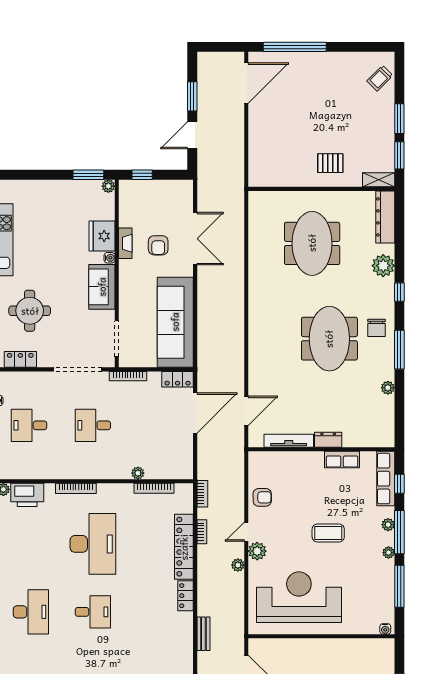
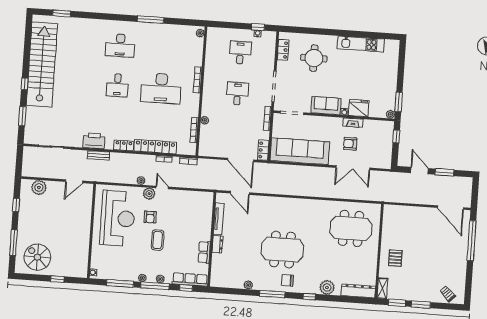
meeting table: (312, 243) -> (351, 228), moved
printer: (27, 495) -> (94, 141), moved, turned 90
armchair: (262, 497) -> (150, 217), moved

